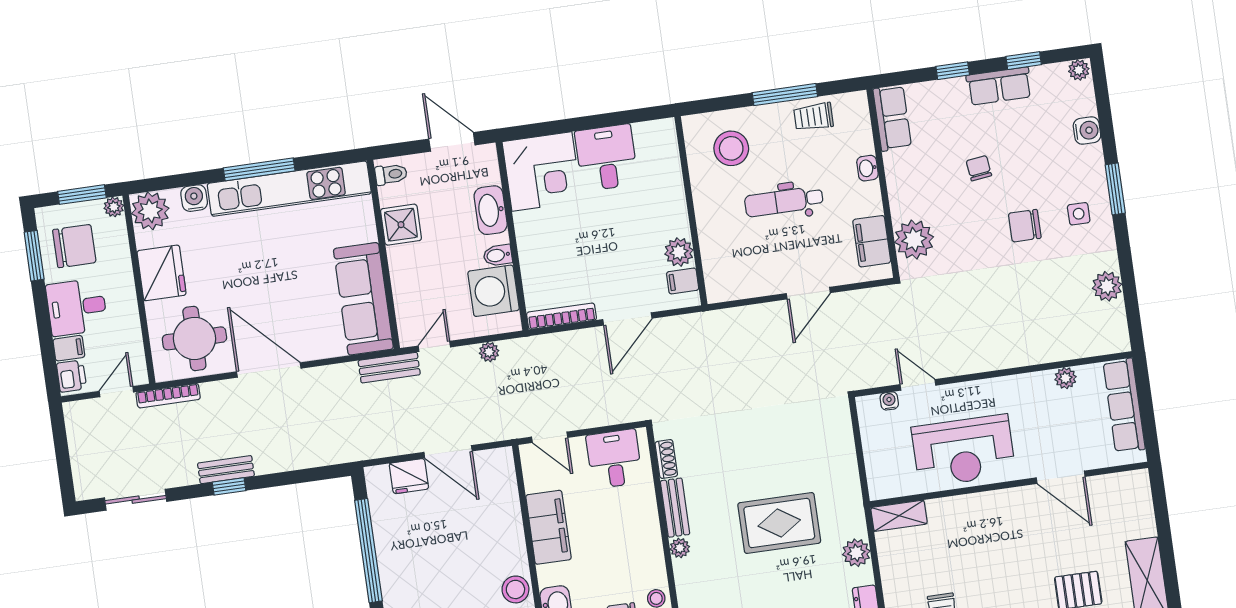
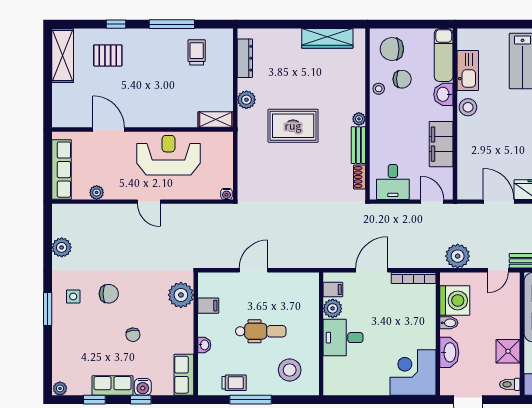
water cooler: (1087, 131) -> (143, 387), moved, turned -90
desk: (606, 158) -> (343, 338), moved, turned 90
filing cabinet: (872, 241) -> (208, 306), width x0.50
plant: (489, 352) -> (458, 256), width x1.88, depth x1.88
door: (918, 385) -> (149, 202), moved
water cooler: (889, 401) -> (226, 194), moved

